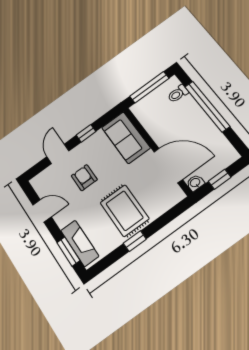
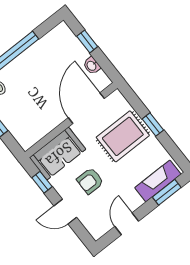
sofa: (126, 138) -> (58, 153), moved
wall: (157, 151) -> (71, 120), moved
door: (168, 166) -> (86, 108), moved

